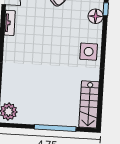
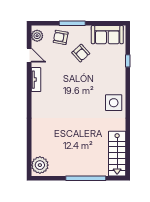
floor lamp: (96, 16) -> (118, 68), removed

